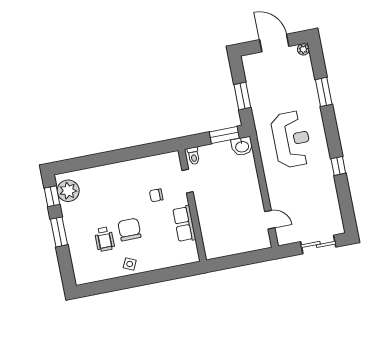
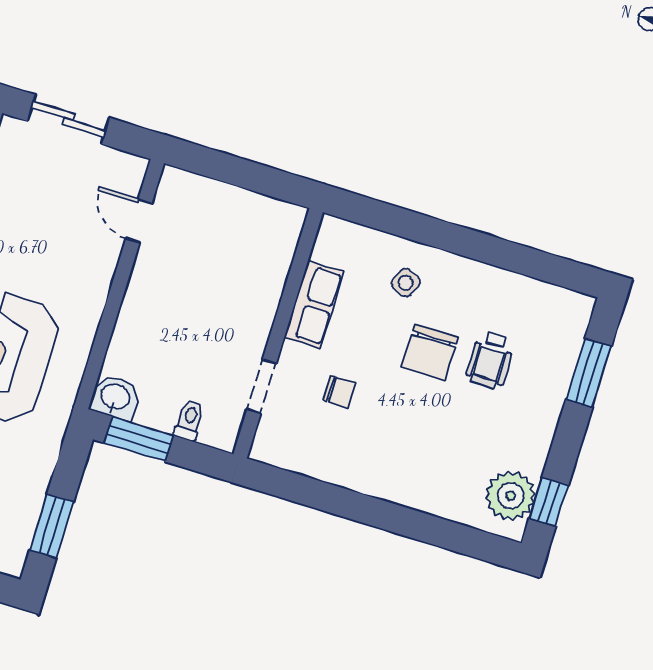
window: (242, 96) -> (52, 526), moved
toilet: (194, 156) -> (189, 420), moved
window: (59, 232) -> (589, 373), moved
wheelchair: (104, 239) -> (490, 360), turned 180
side table: (130, 264) -> (406, 283), moved

